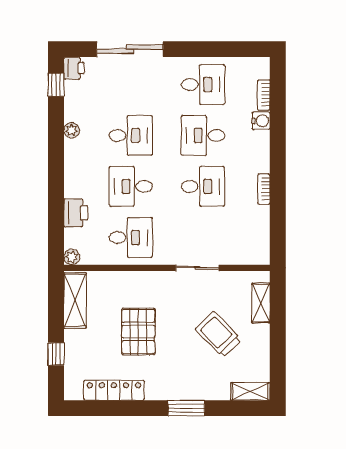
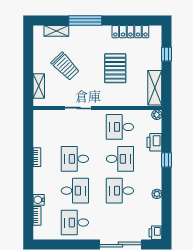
window: (56, 85) -> (167, 160), moved
shelving: (250, 391) -> (56, 31), moved
window: (186, 408) -> (85, 20), width x1.44

